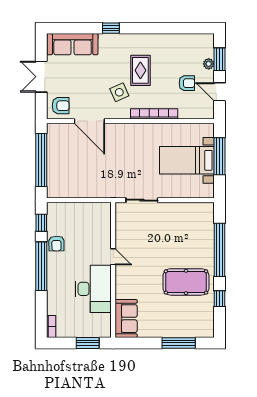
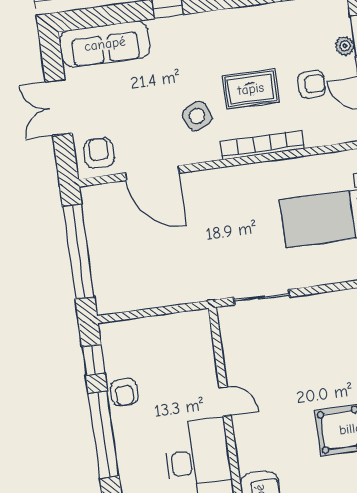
rug: (140, 70) -> (251, 89), moved, turned 90
armchair: (61, 106) -> (99, 153), turned -90

